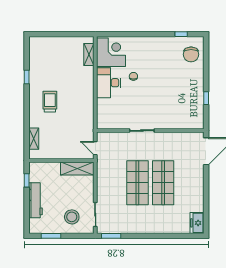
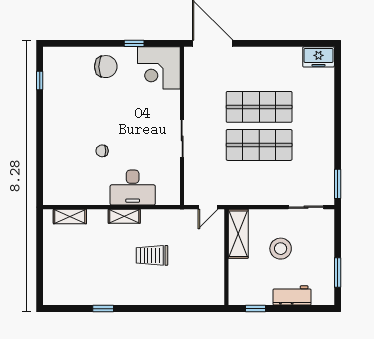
corner desk: (111, 52) -> (159, 68), moved, turned -90
chair: (191, 54) -> (106, 67), moved
desk: (109, 83) -> (133, 188), moved
trolley: (50, 102) -> (152, 255), moved
shelving: (34, 139) -> (124, 216), moved
workbench: (36, 200) -> (292, 295), width x0.73
stool: (72, 217) -> (281, 249), moved

